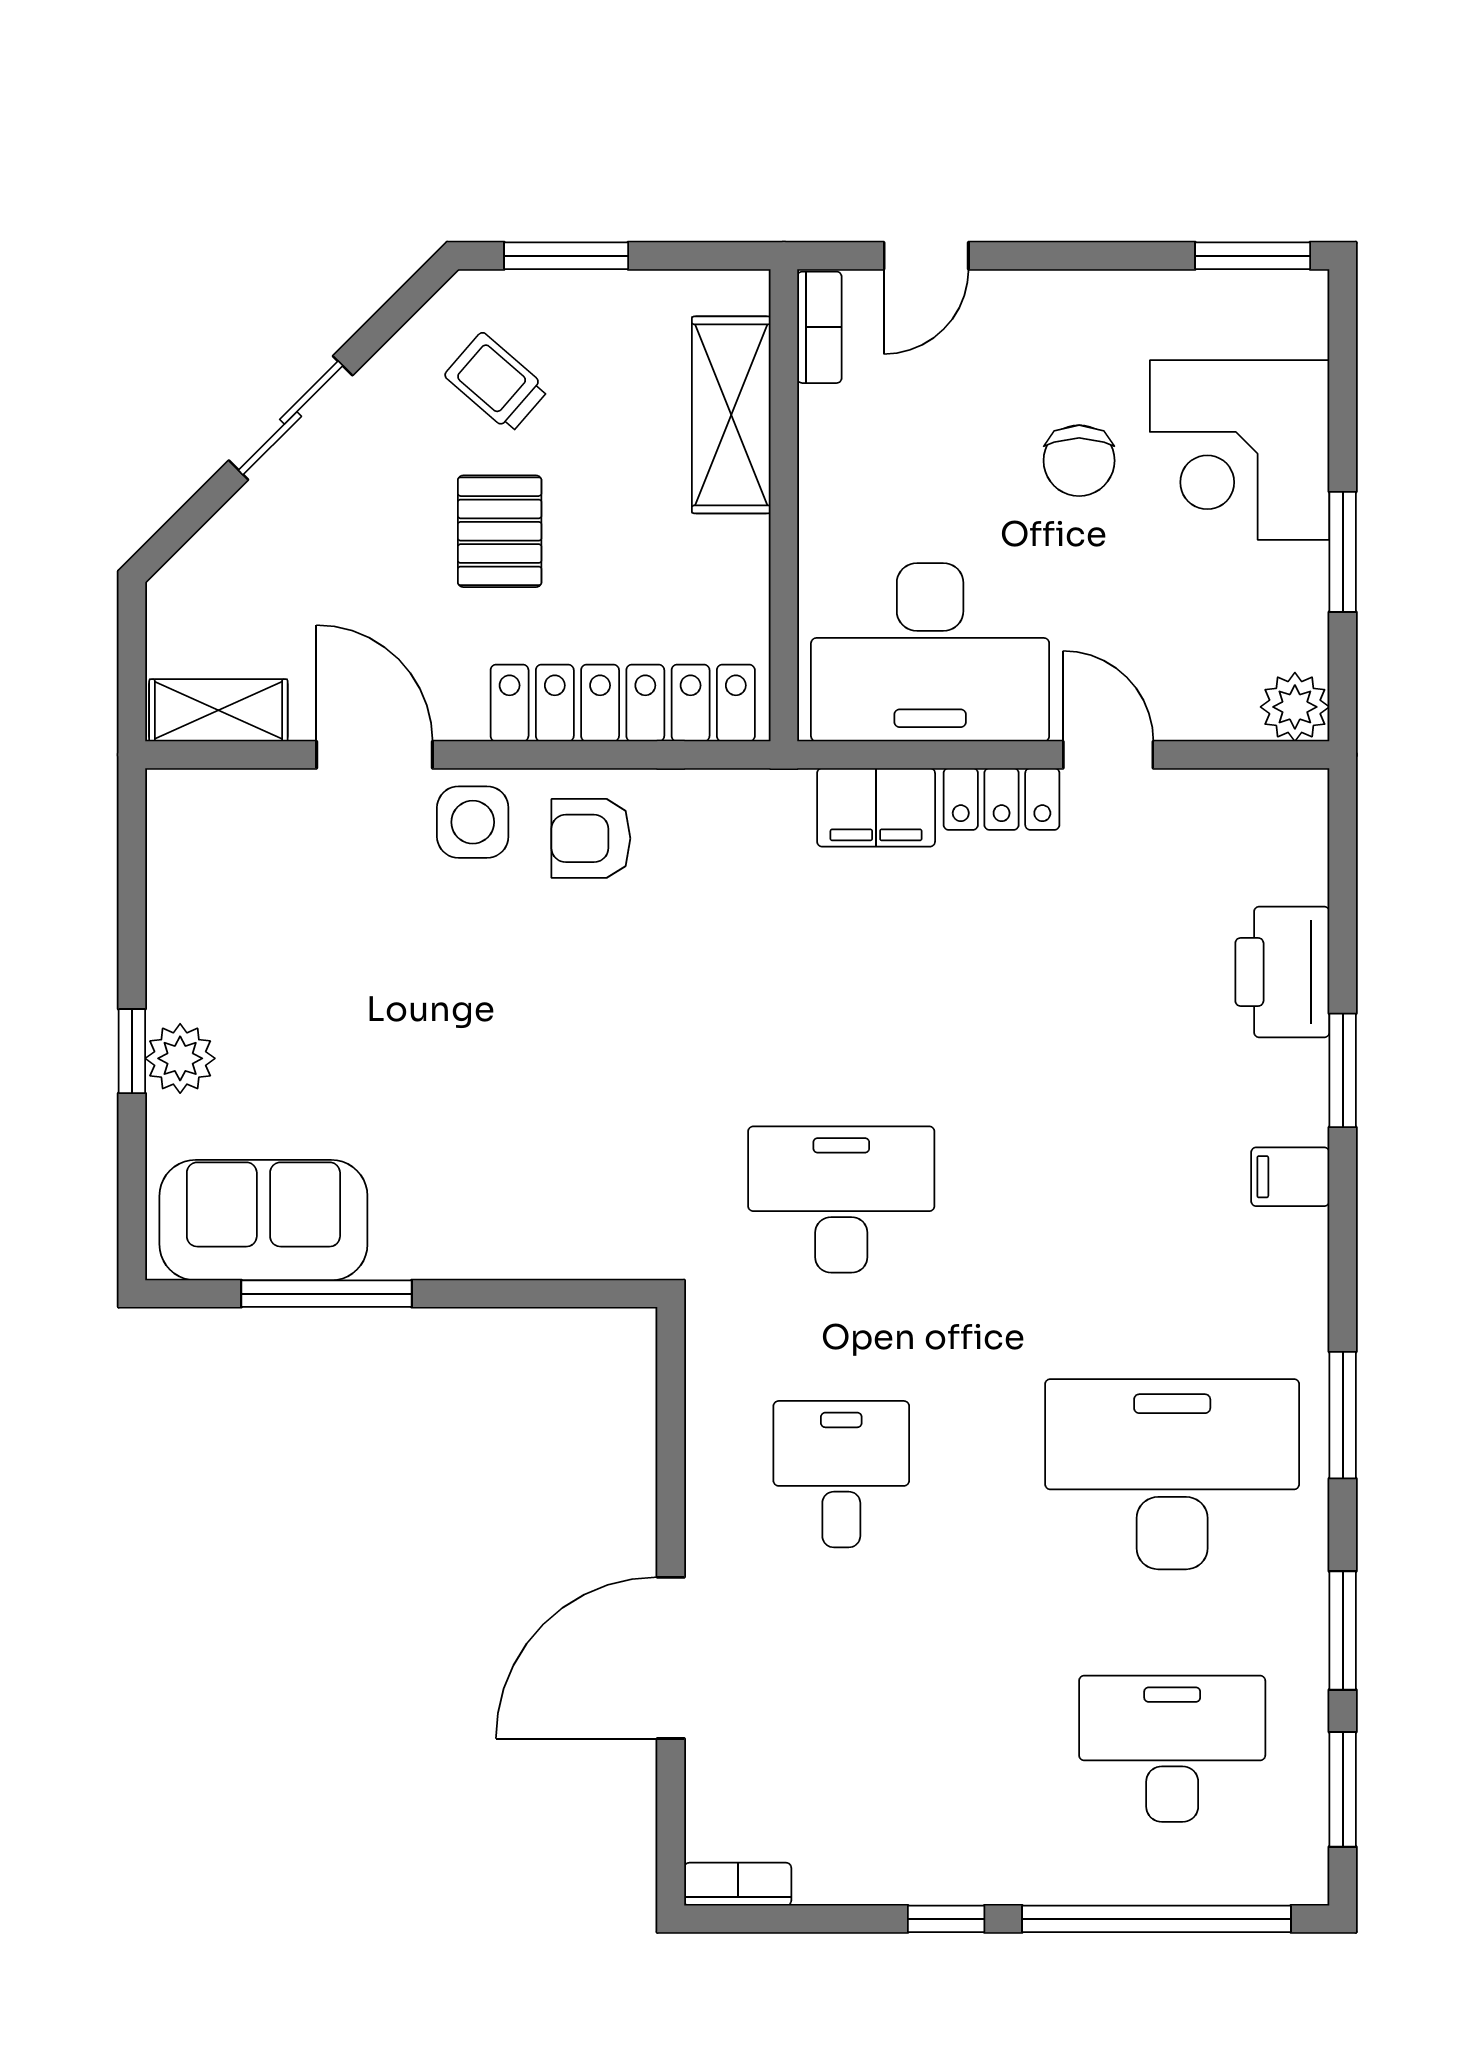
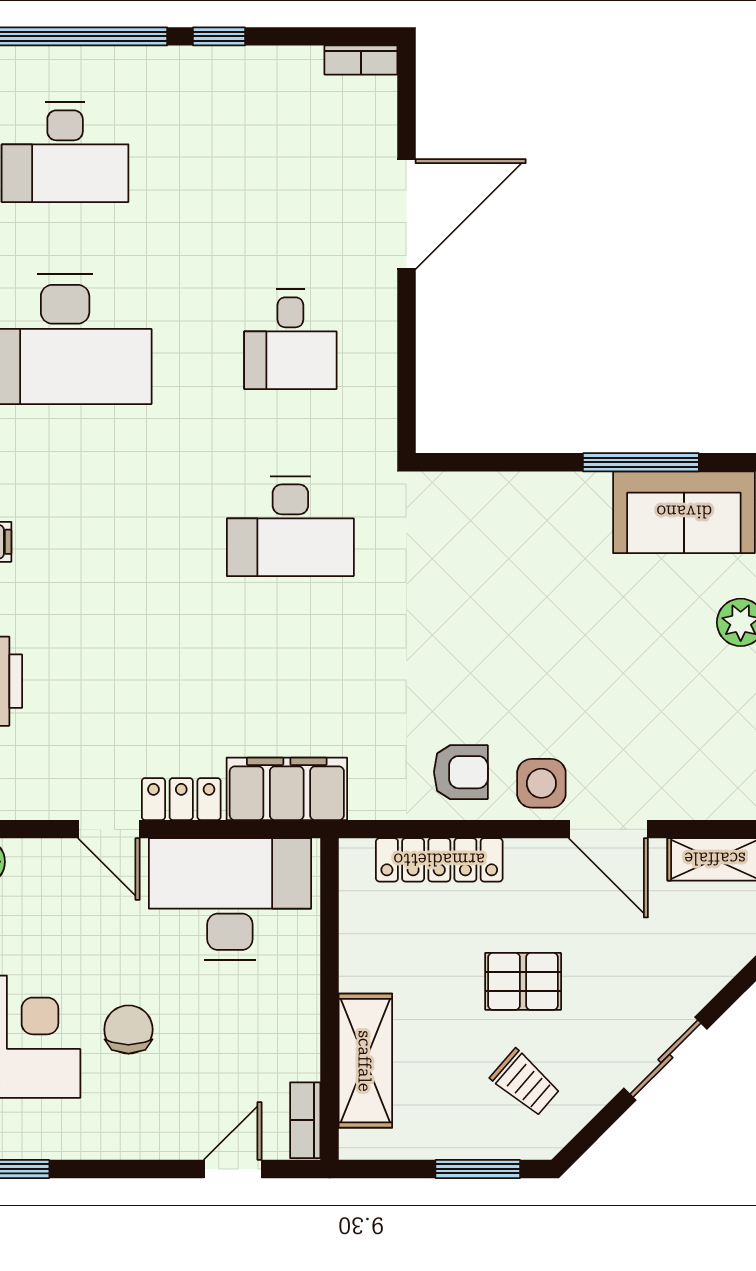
pallet: (500, 531) -> (523, 981), turned 90
locker: (623, 703) -> (439, 860), width x0.71, depth x0.83
filing cabinet: (876, 807) -> (287, 789), width x1.50, depth x1.17

